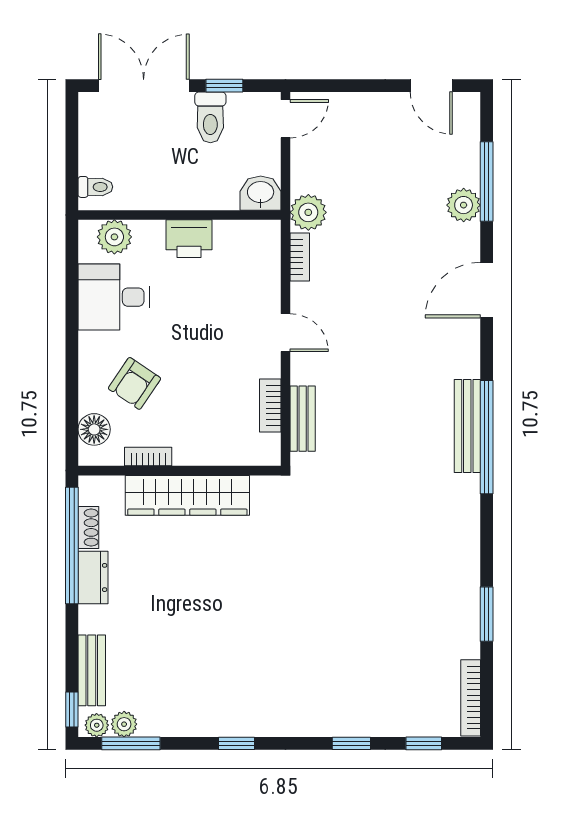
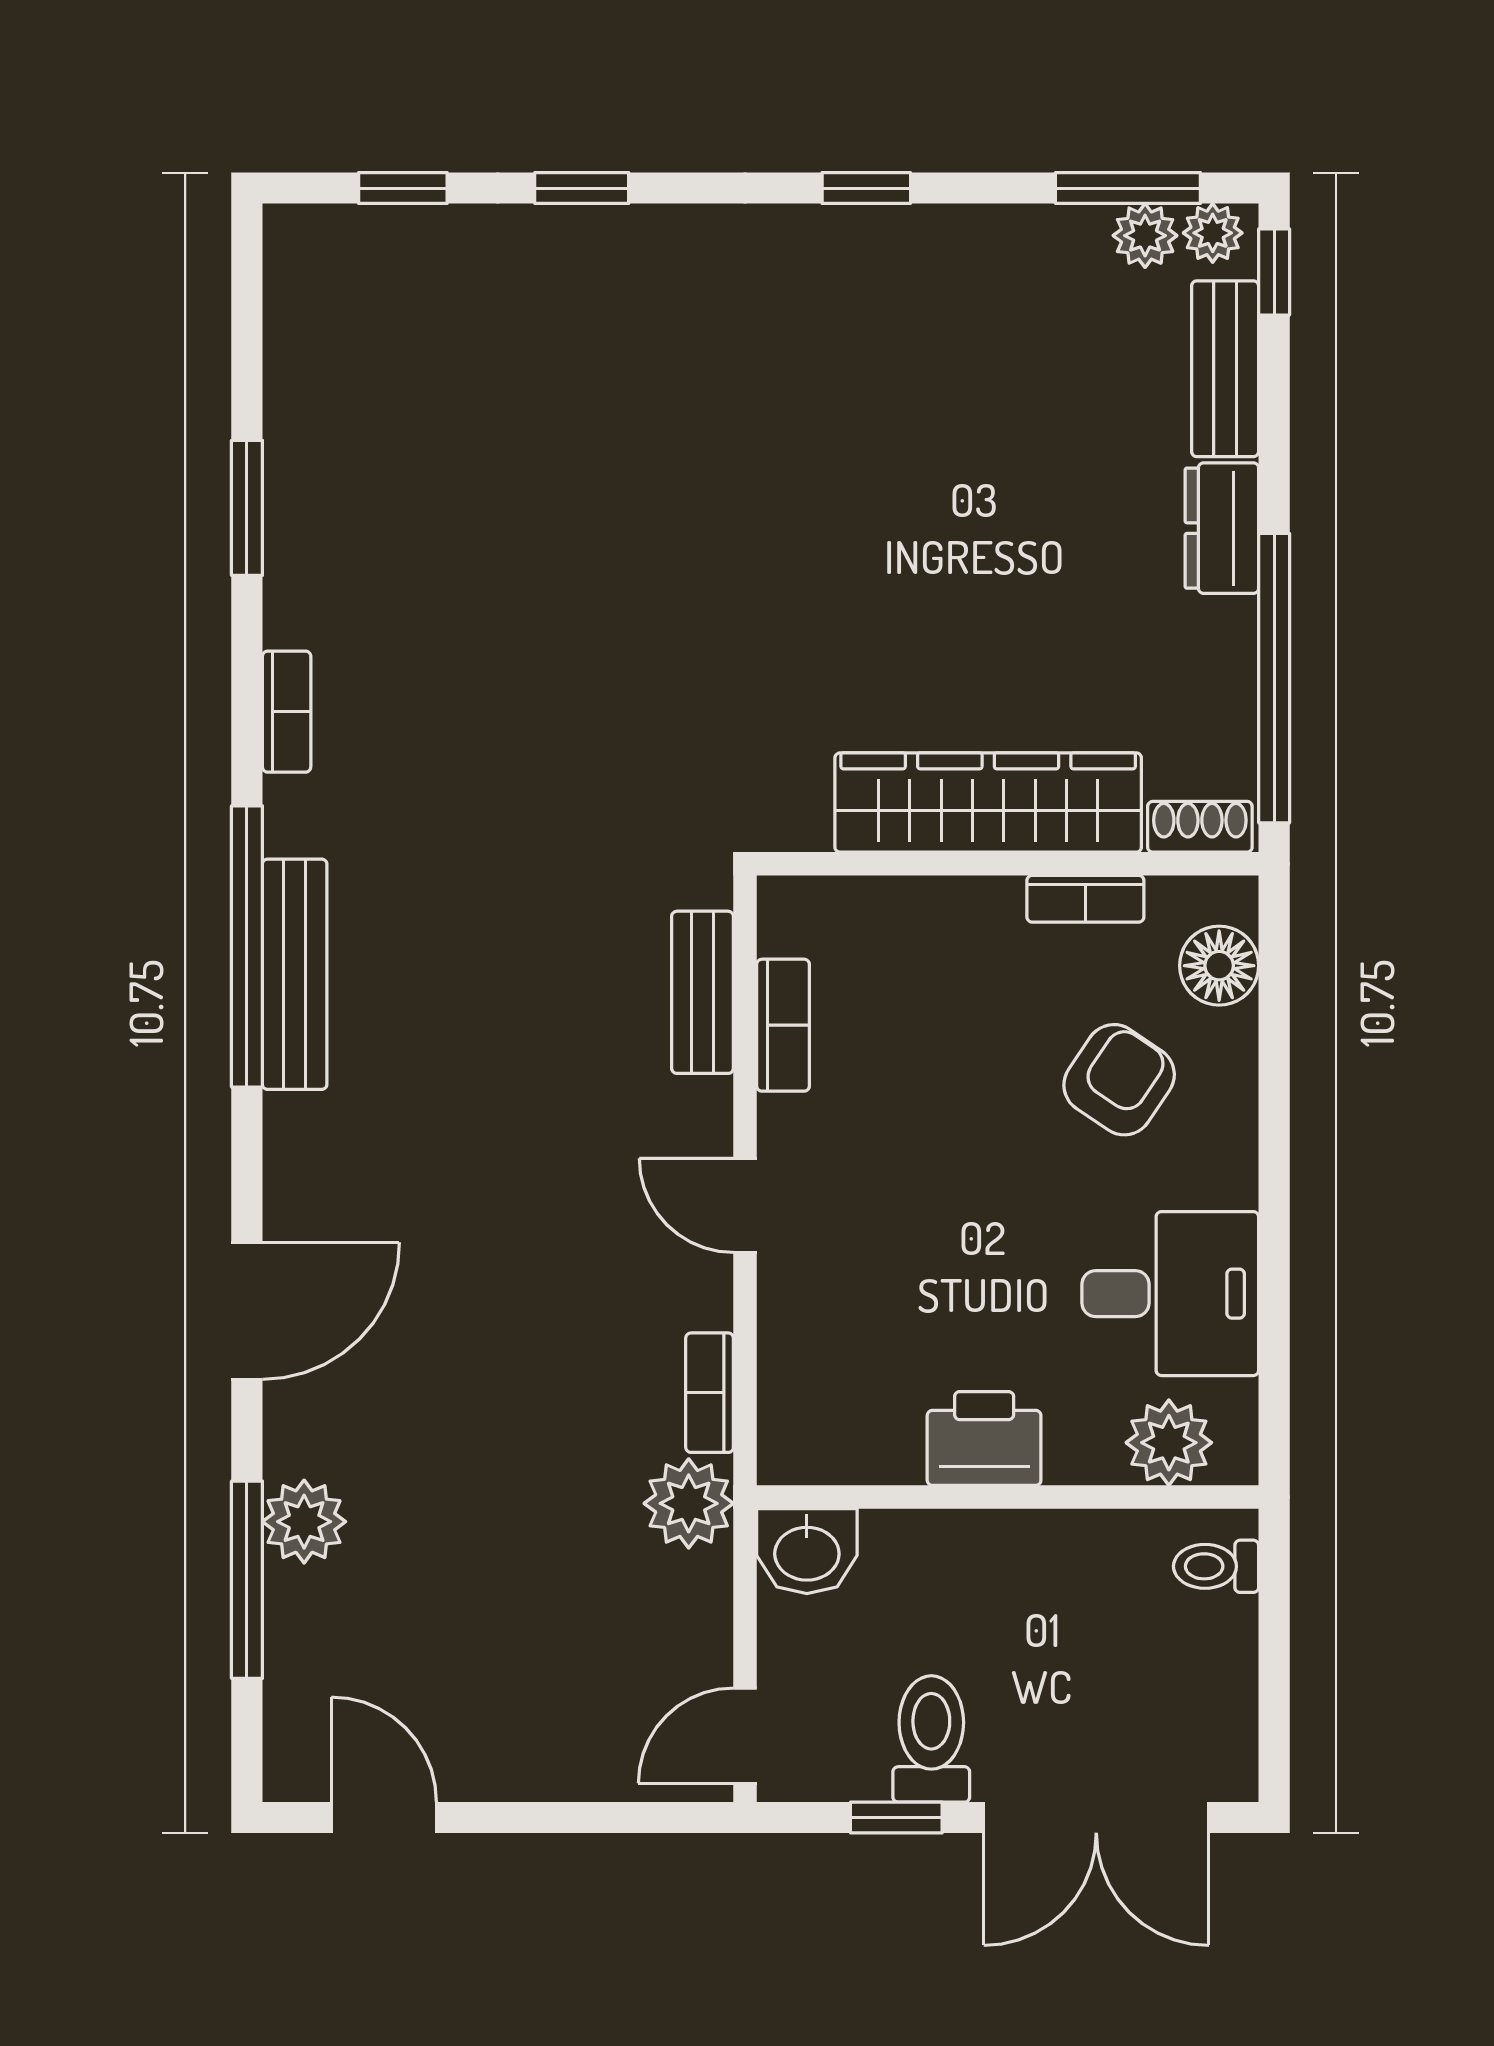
shoe rack: (88, 528) -> (1200, 827), moved, turned 90
dresser: (93, 578) -> (1222, 528), moved
bookcase: (471, 698) -> (287, 712), moved, width x0.64

